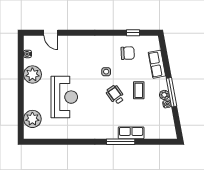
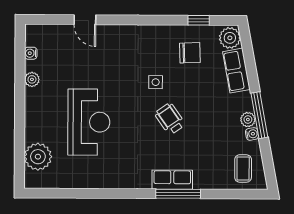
door: (51, 33) -> (85, 20), moved
plant: (153, 44) -> (230, 38), added
plant: (32, 74) -> (32, 79), width x0.53, depth x0.53
coffee table: (139, 90) -> (243, 168), moved
row of seats: (131, 133) -> (172, 180), moved

